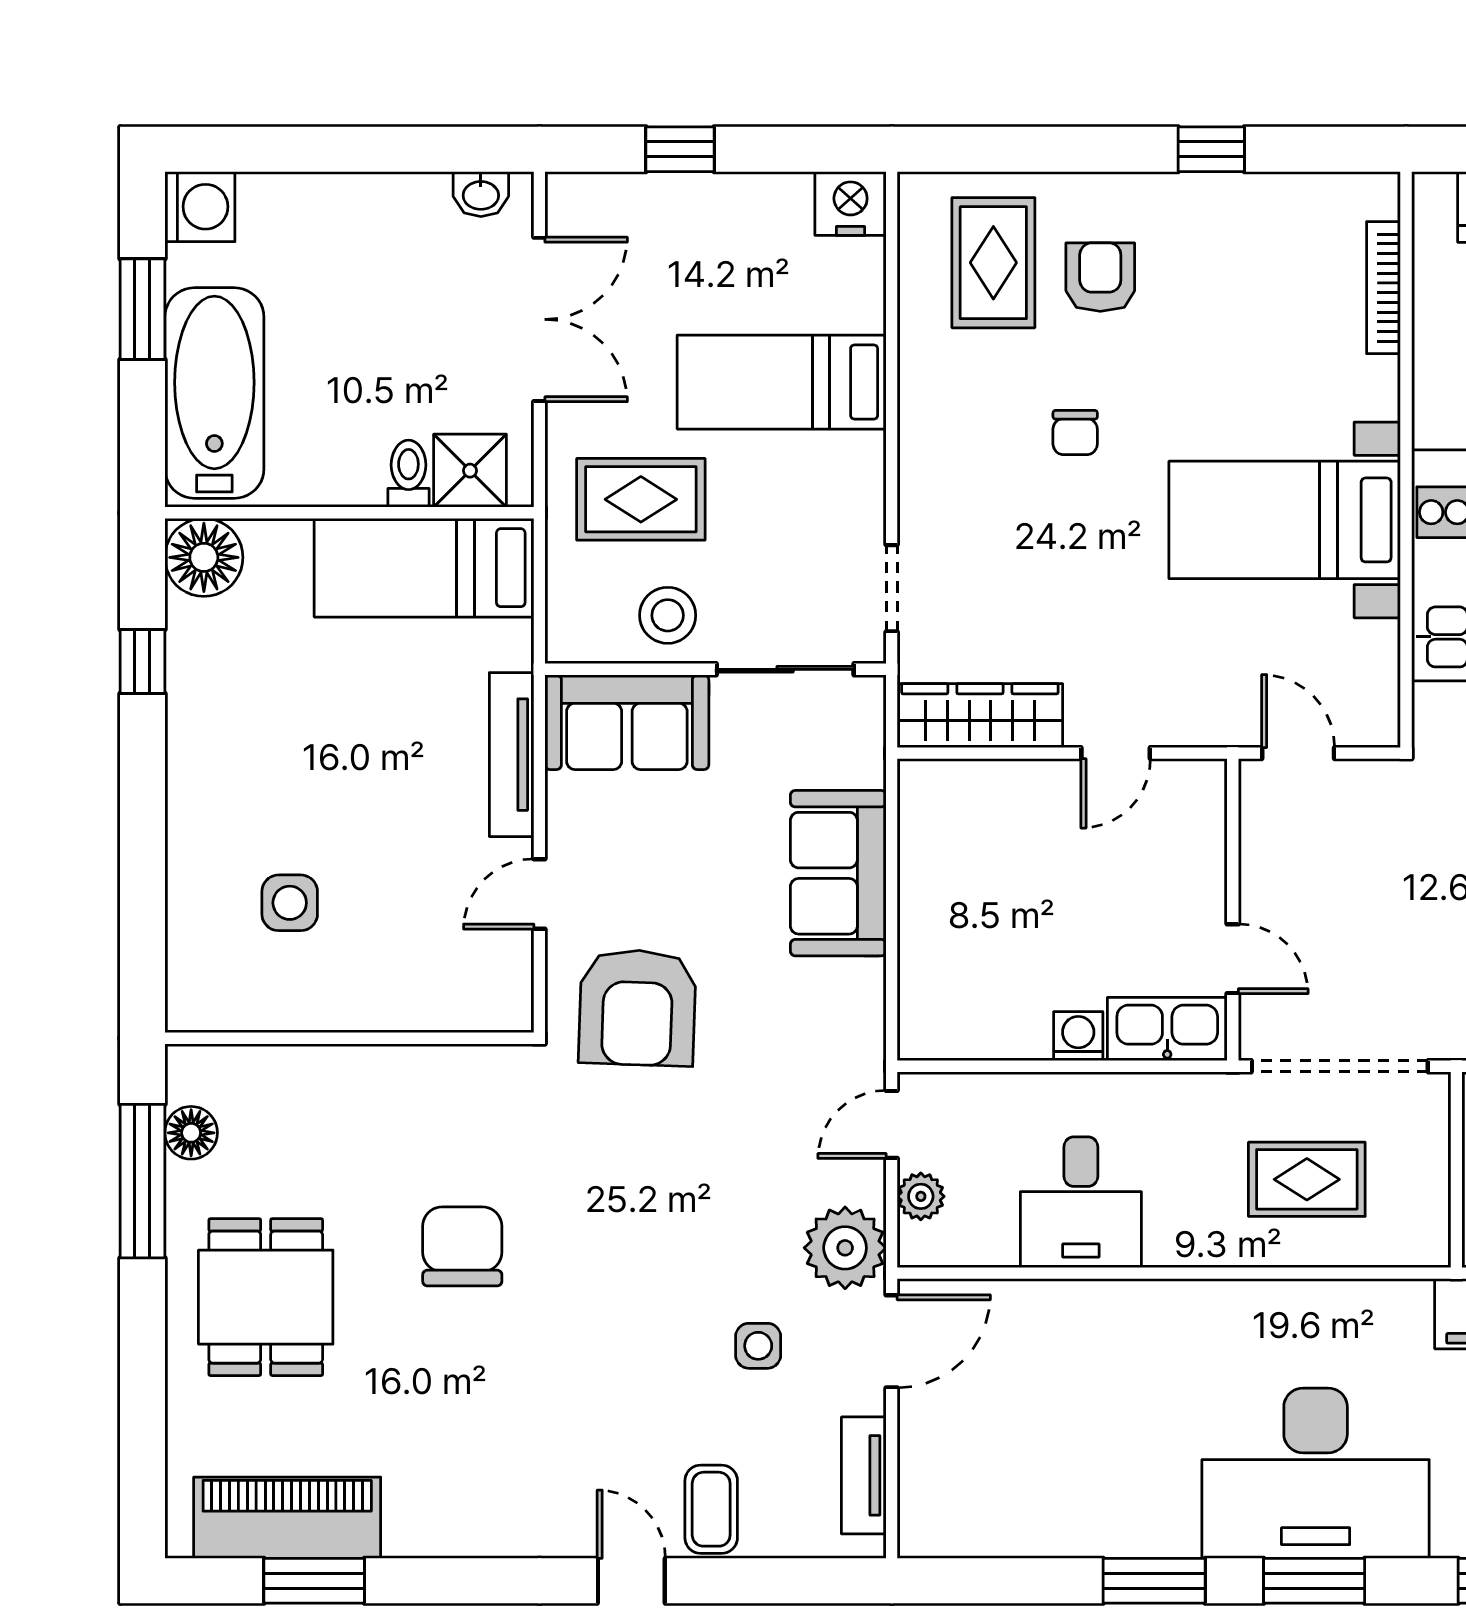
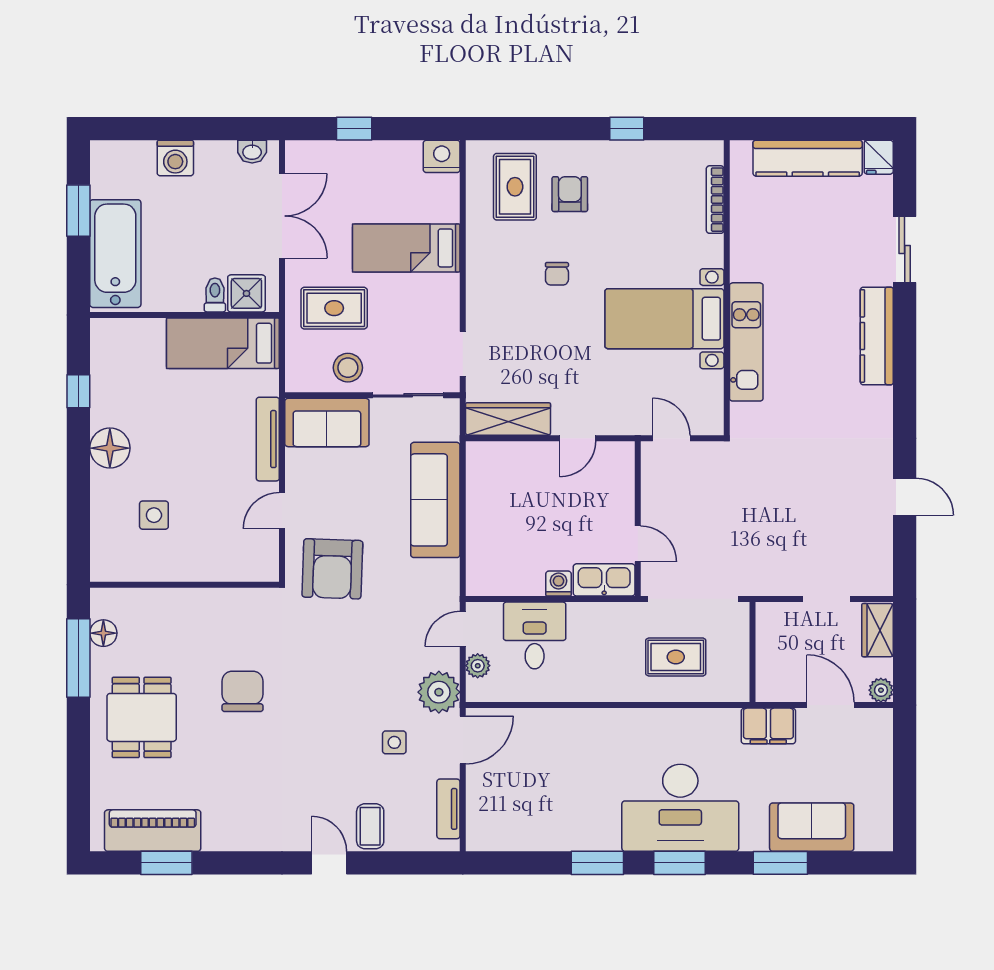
washing machine: (200, 207) -> (175, 158), moved, turned 90
floor lamp: (204, 557) -> (110, 448), moved
sofa: (838, 873) -> (435, 500), width x1.36
desk: (1081, 1202) -> (535, 635), moved, turned 180

